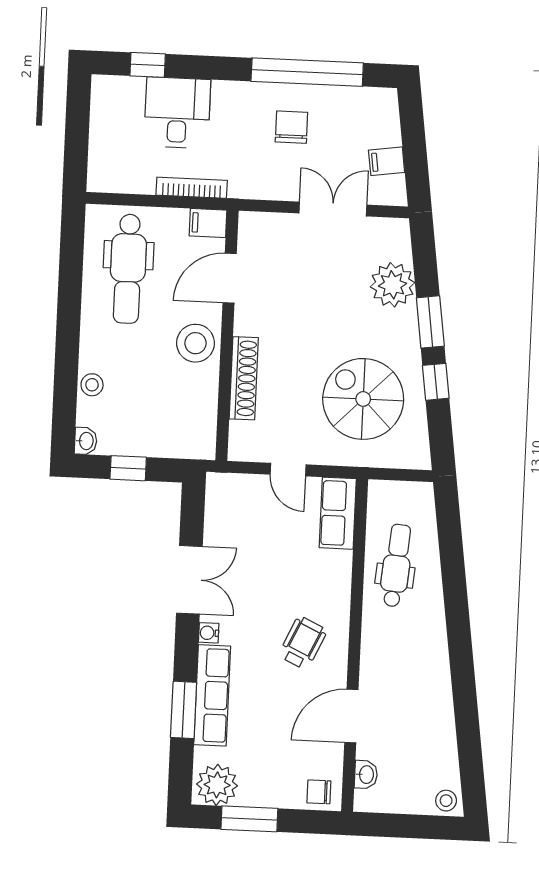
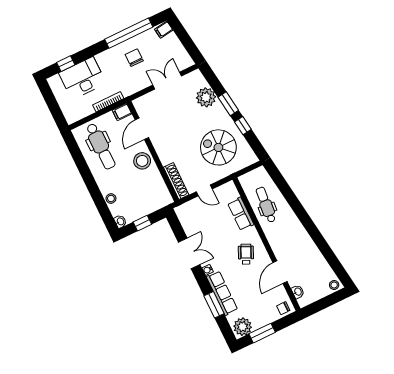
desk: (177, 113) -> (82, 78), width x1.37
filing cabinet: (387, 161) -> (164, 30), moved
shoe rack: (244, 378) -> (176, 181), moved
row of seats: (338, 513) -> (241, 214), moved

